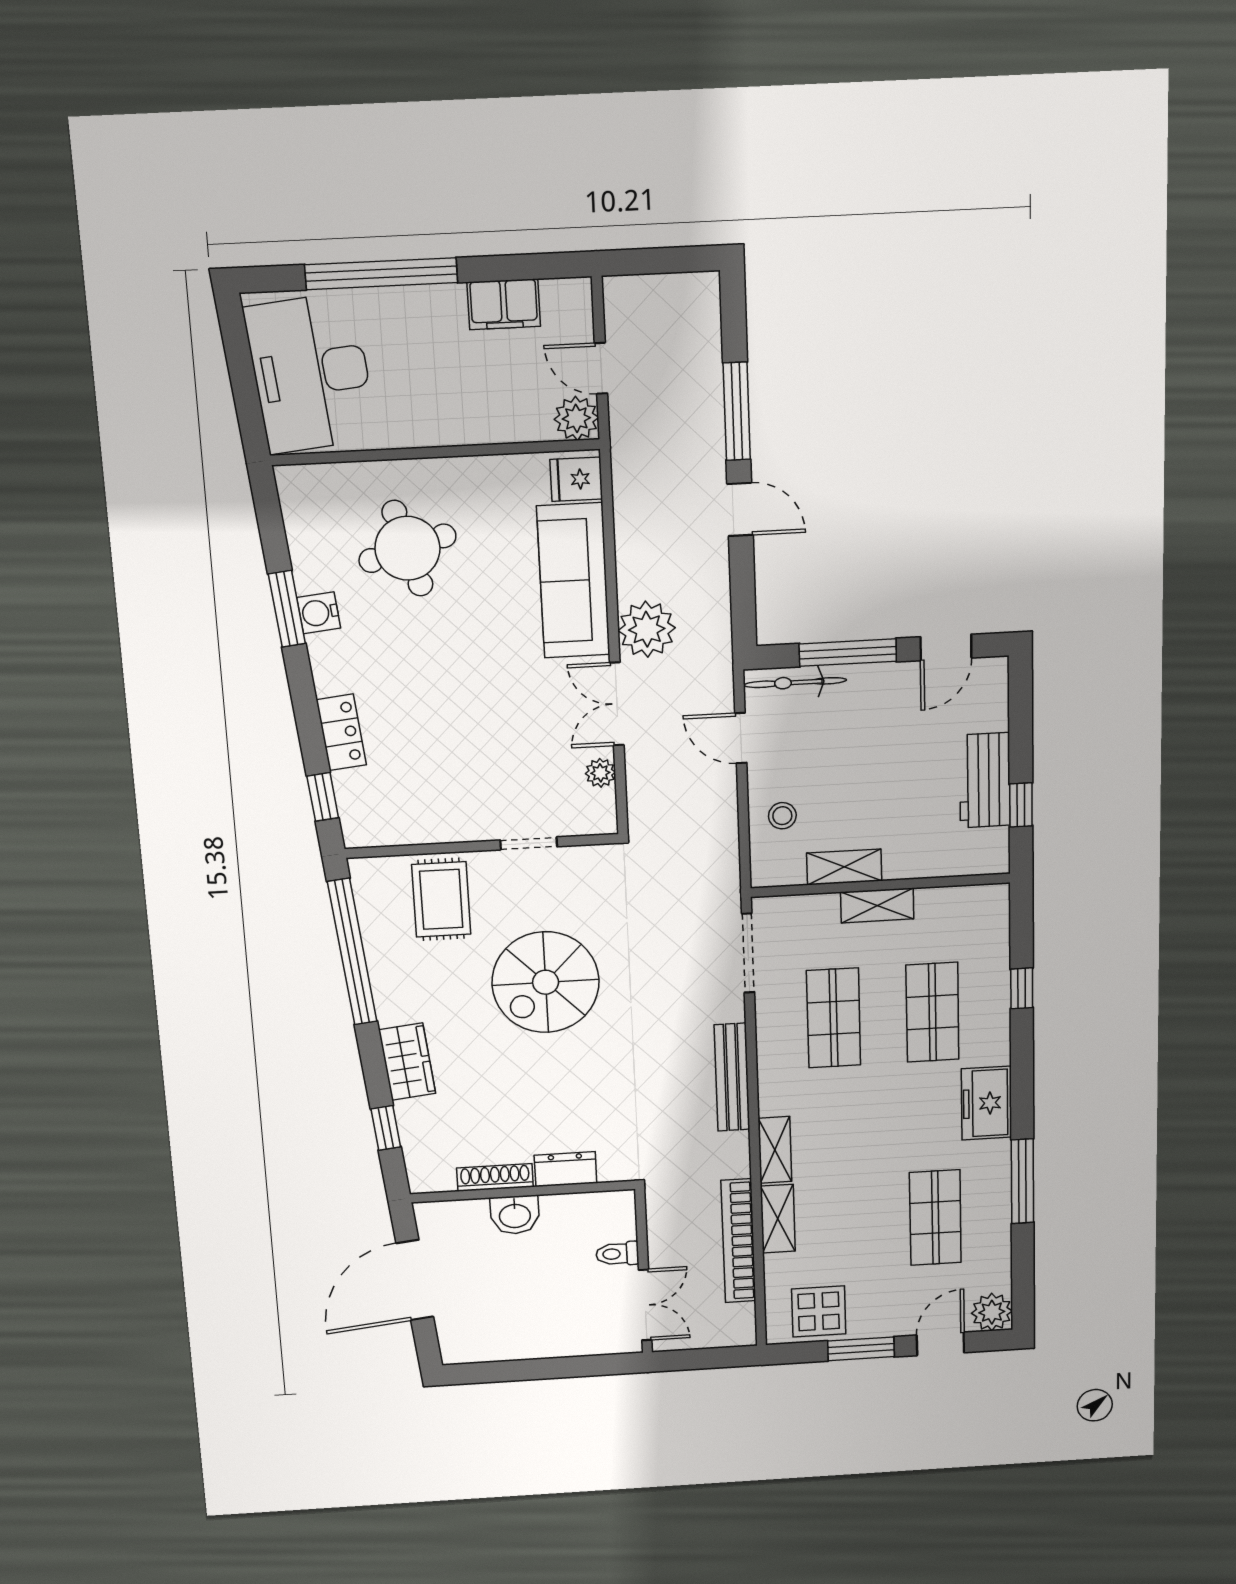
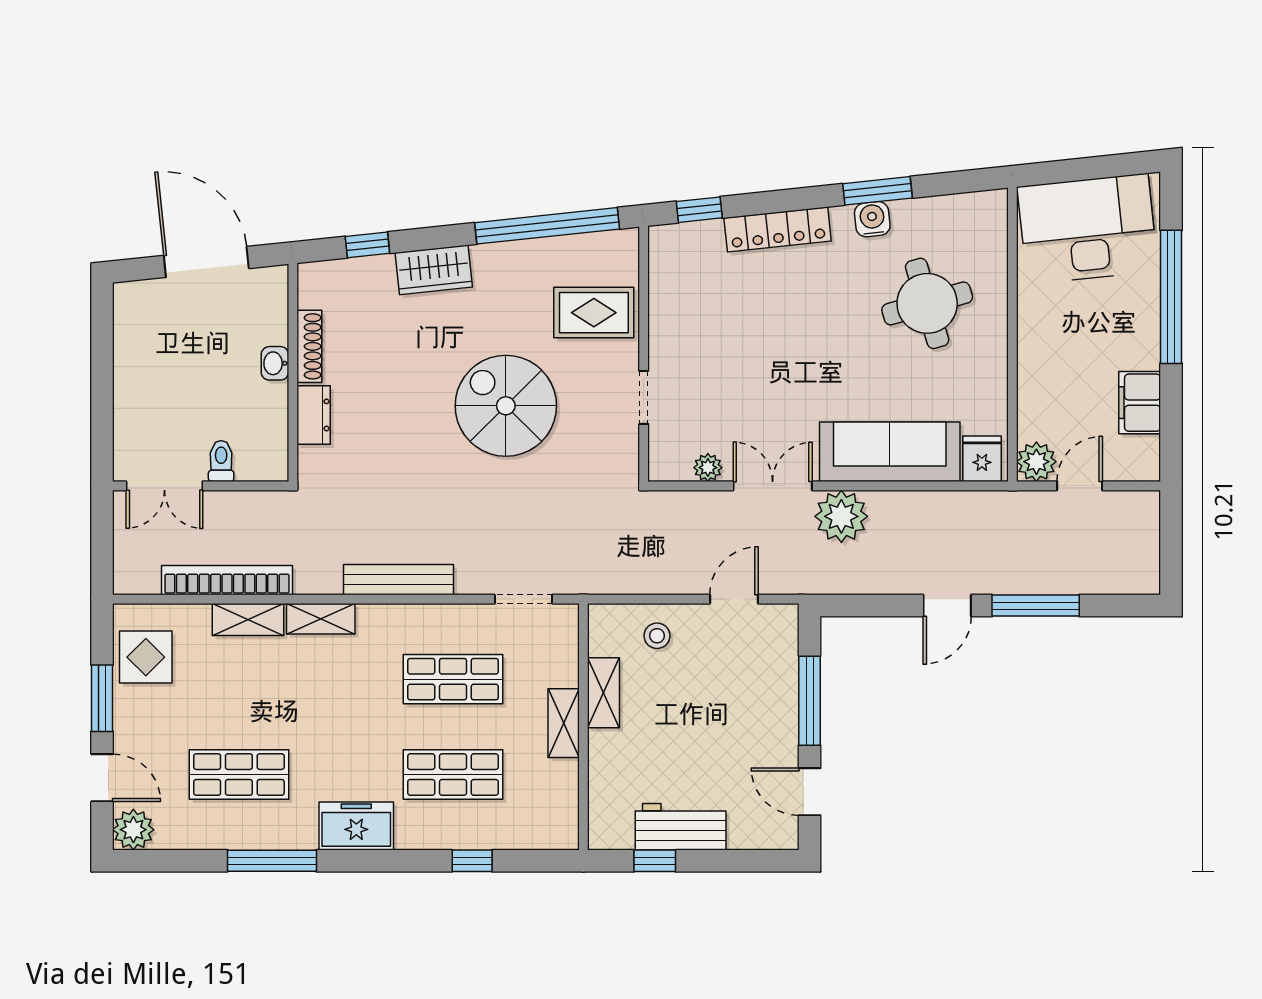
bicycle: (795, 683) -> (784, 651), removed
locker: (341, 732) -> (778, 229), width x1.53
doorway: (748, 953) -> (524, 599), width x0.73
washbasin: (515, 1215) -> (275, 363), width x0.72, depth x0.69

